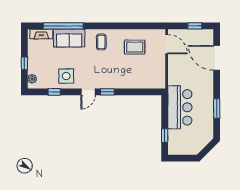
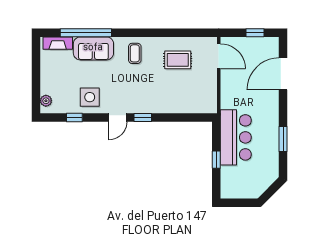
door: (217, 58) -> (283, 74), hinge flipped
window: (24, 63) -> (36, 81), removed
window: (165, 136) -> (216, 160), moved

